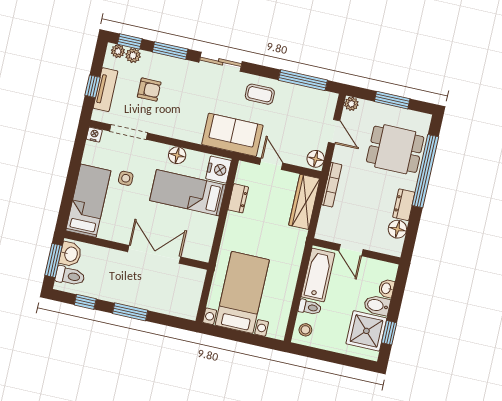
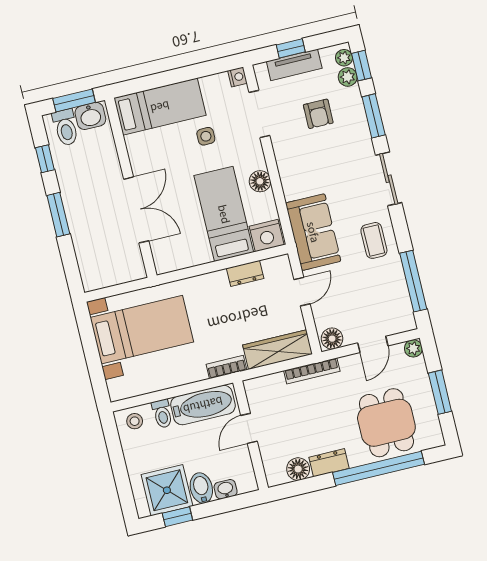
bookcase: (299, 245) -> (226, 367), added

